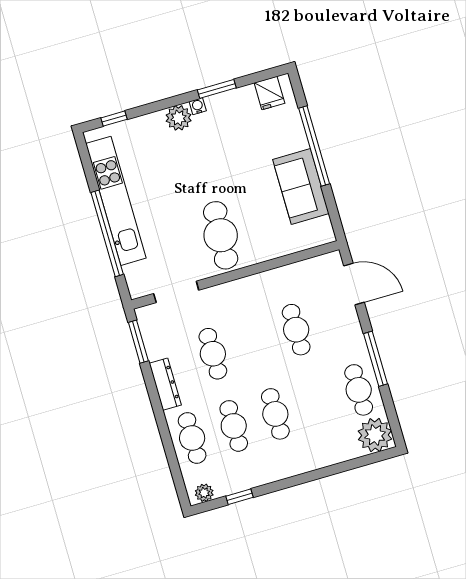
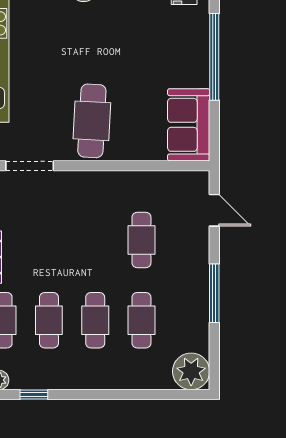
sofa: (301, 187) -> (189, 125), moved
door: (354, 284) -> (214, 210), width x0.73
cafe table: (213, 354) -> (49, 240), removed
cafe table: (359, 390) -> (141, 320), moved

